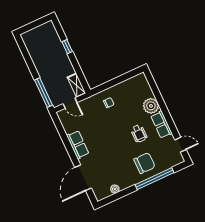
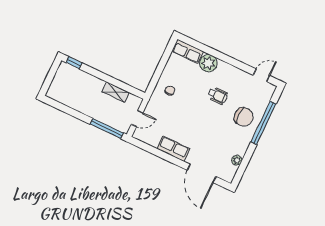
window: (67, 47) -> (74, 63), moved
shelving: (76, 85) -> (116, 92), moved
row of seats: (161, 125) -> (187, 51), moved
chair: (144, 163) -> (244, 117), turned 90

